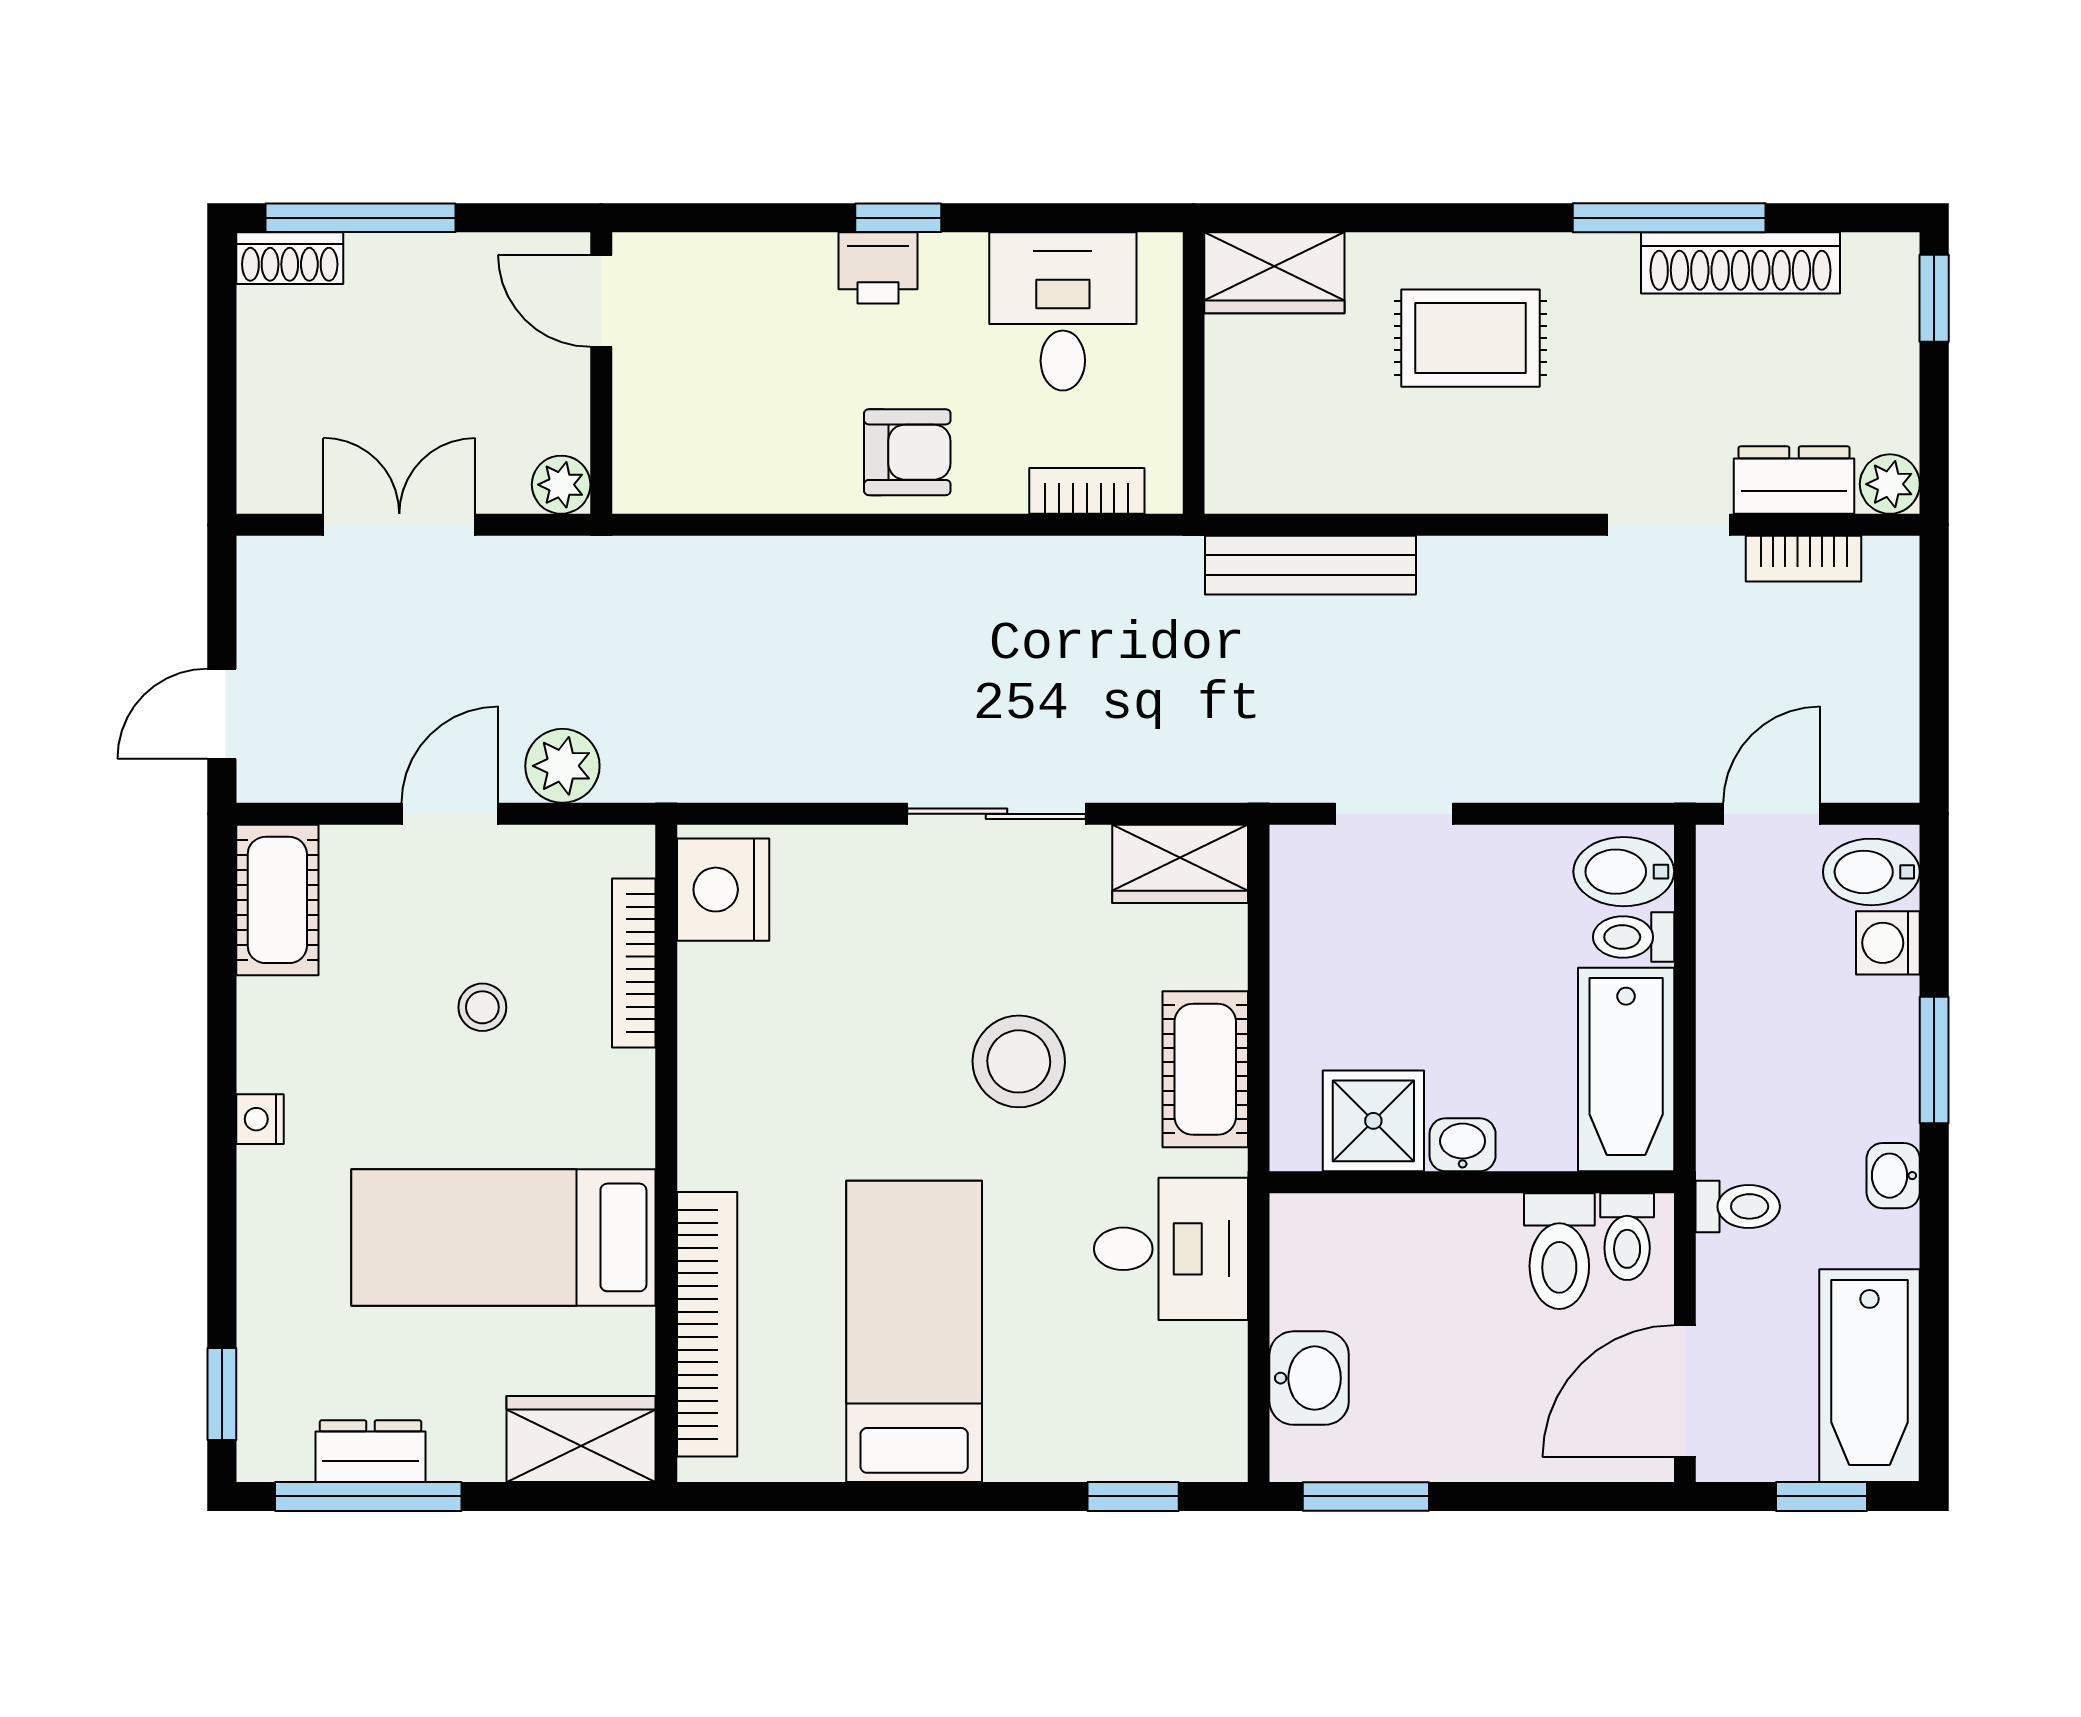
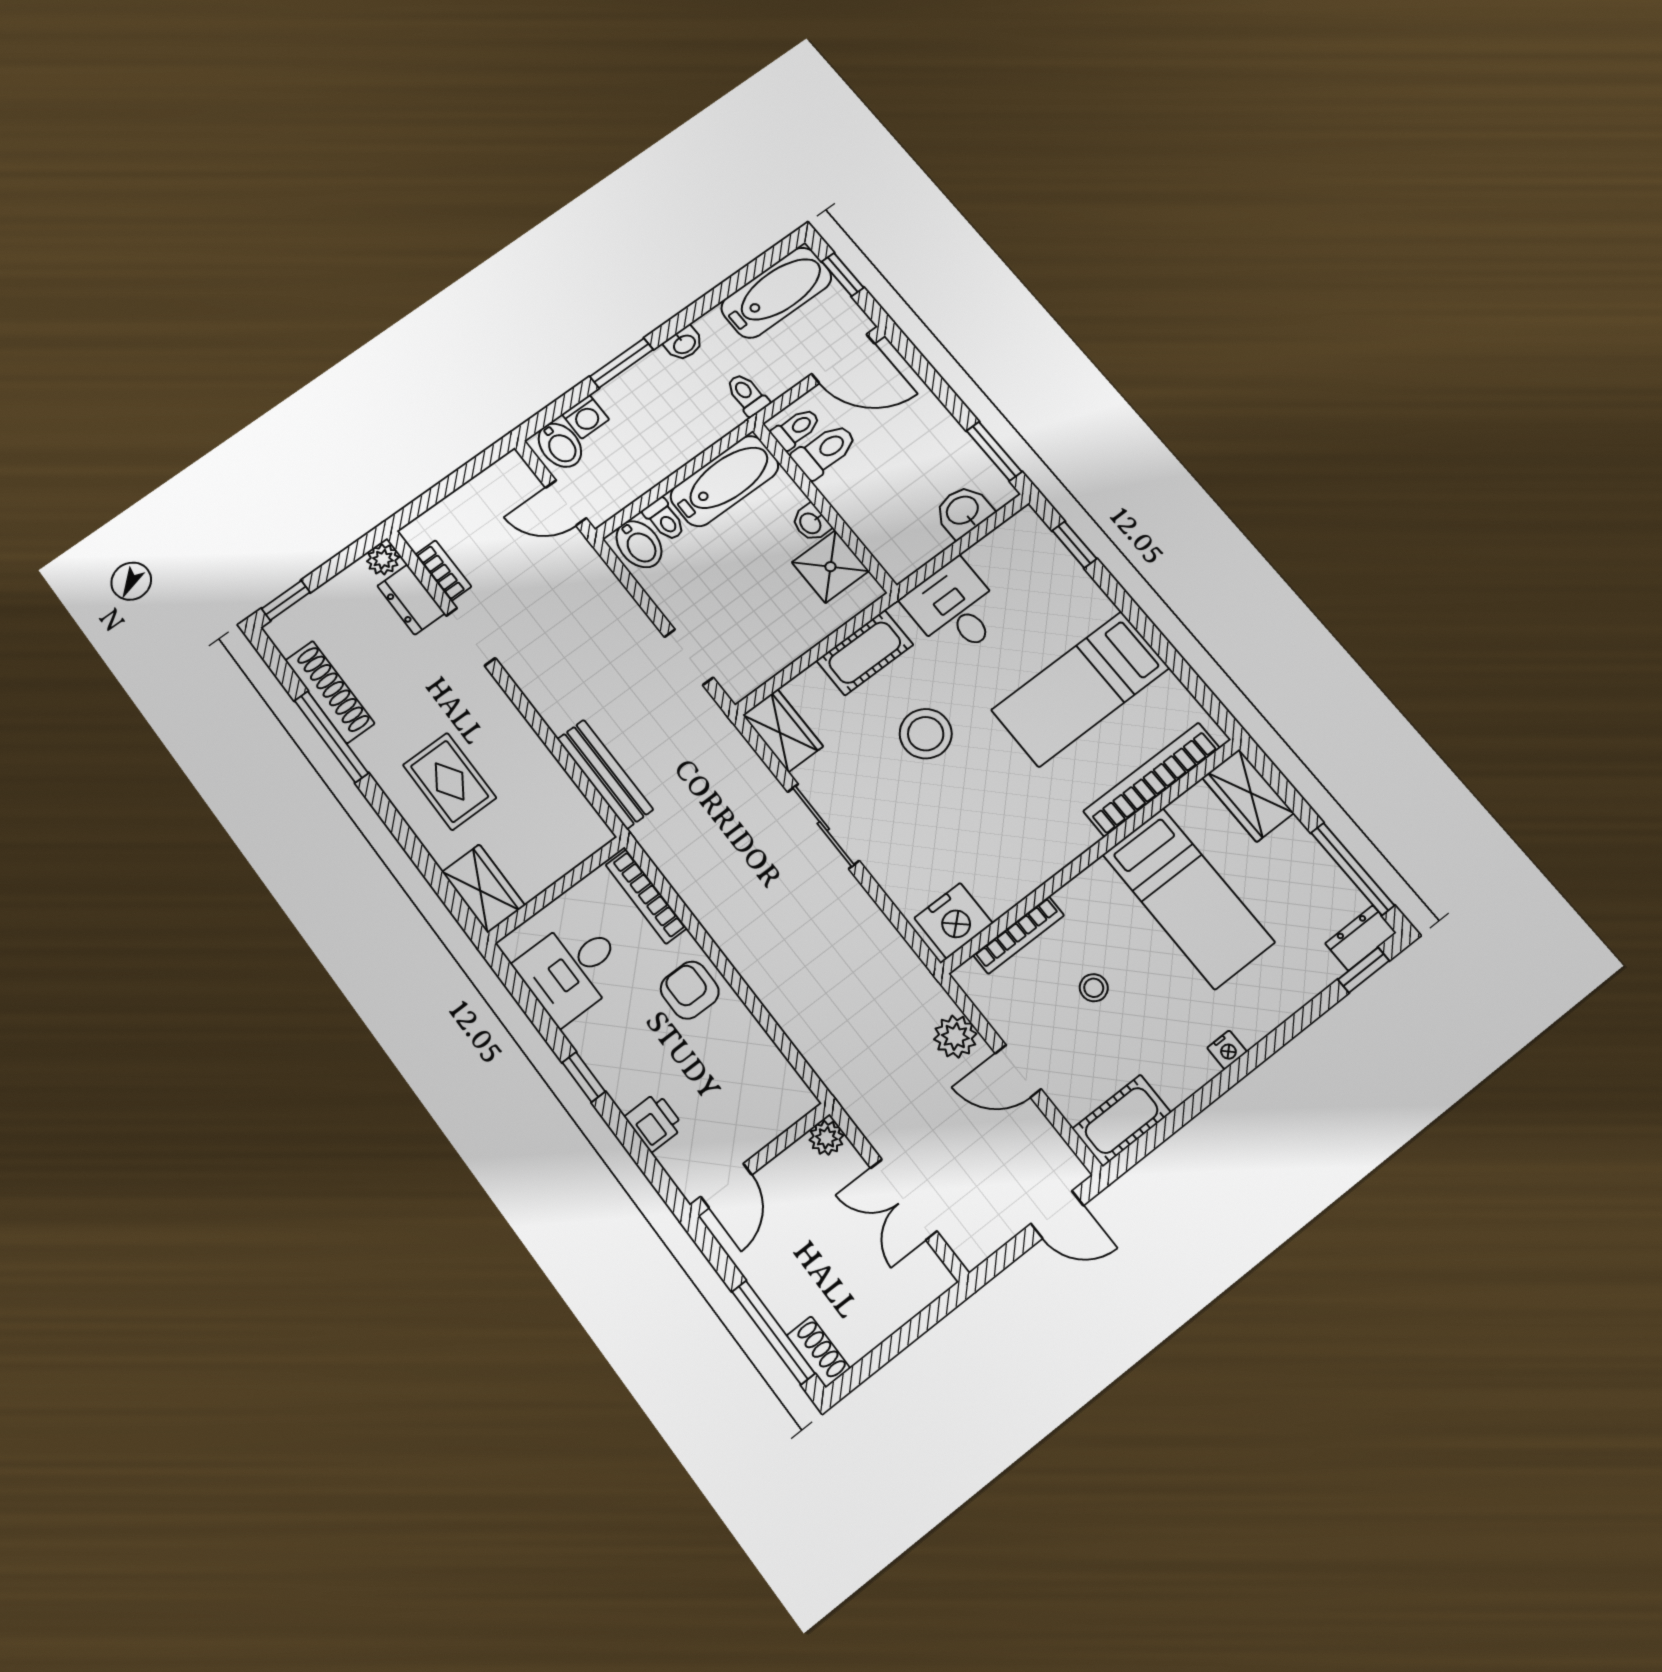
printer: (878, 268) -> (654, 1122), moved
bookcase: (1087, 491) -> (646, 897), width x1.56
dresser: (371, 1451) -> (1361, 938), moved, turned 90

